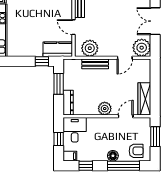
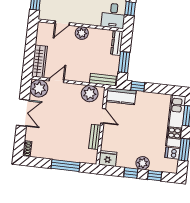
bench: (95, 64) -> (103, 80), moved
wardrobe: (144, 99) -> (39, 61), moved

